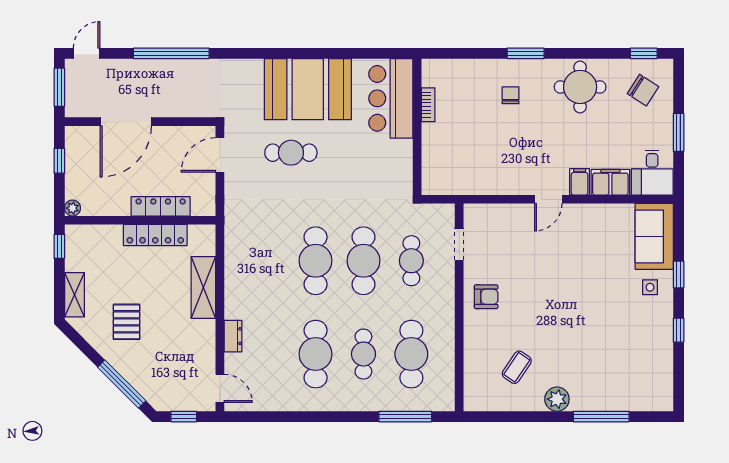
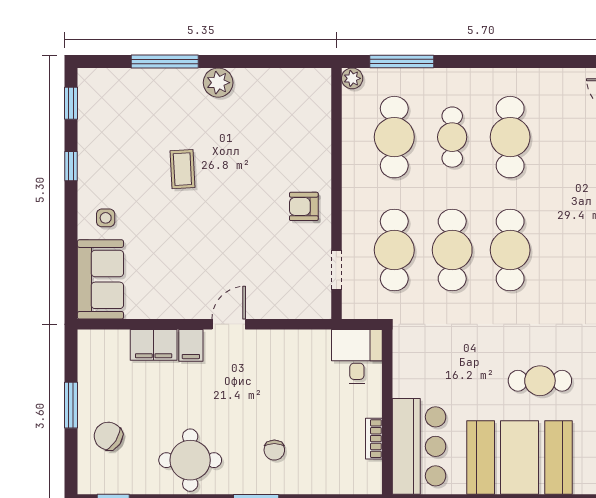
chair: (643, 90) -> (108, 436), moved
desk: (652, 173) -> (357, 357), moved
cafe table: (411, 261) -> (394, 250), width x1.37, depth x1.35
window: (679, 274) -> (71, 103), moved
coffee table: (517, 367) -> (182, 169), moved, turned -37
plant: (446, 403) -> (352, 78), added

